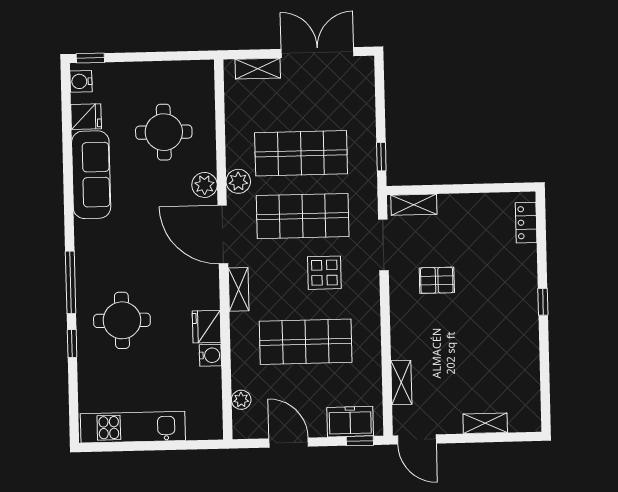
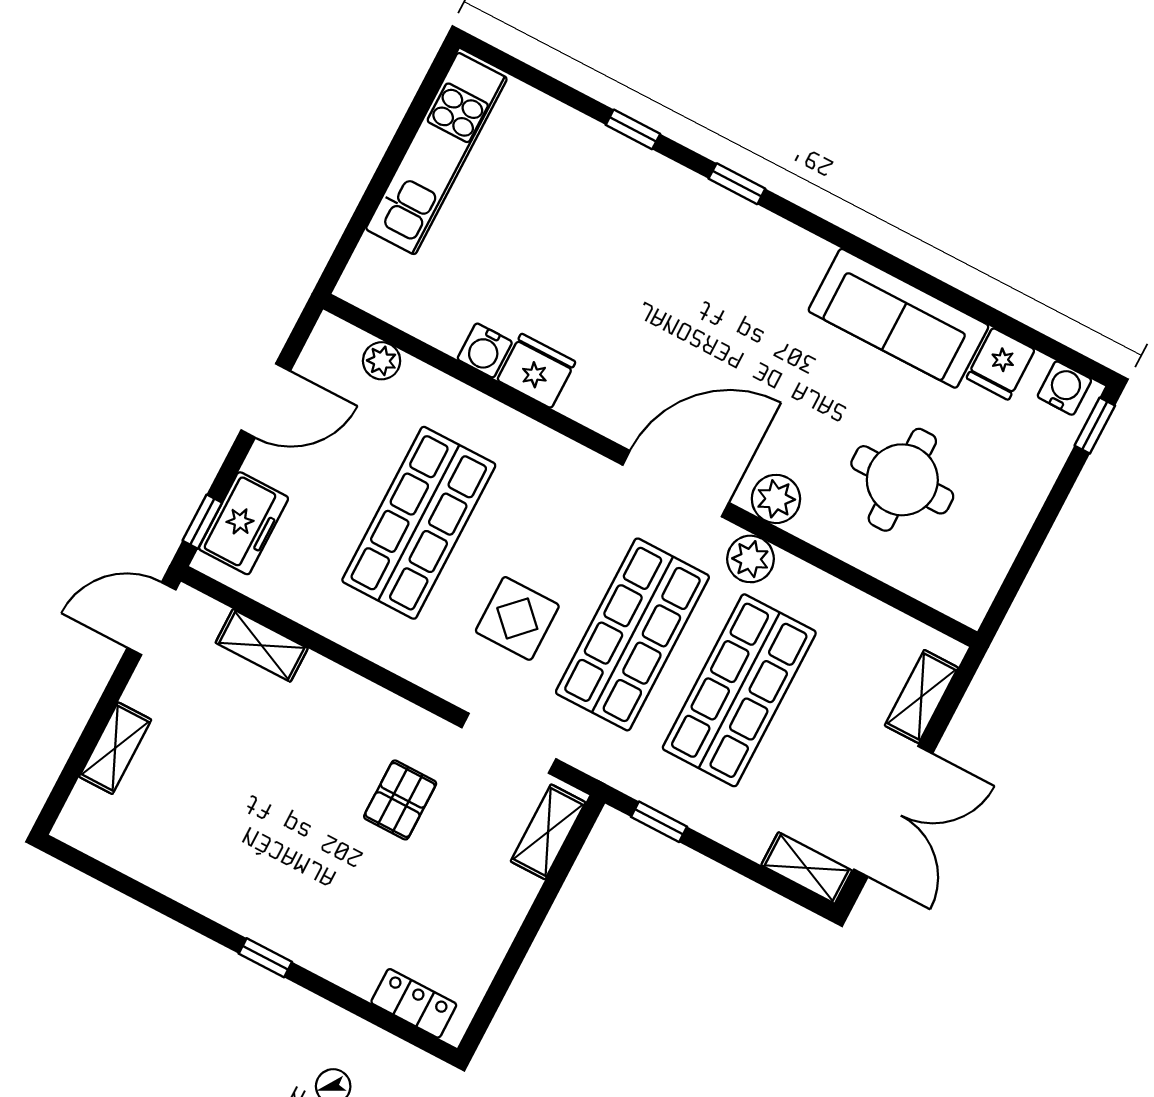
window: (71, 282) -> (737, 184), width x0.46
shelving: (239, 289) -> (807, 868), moved
round table: (122, 320) -> (626, 235), removed

